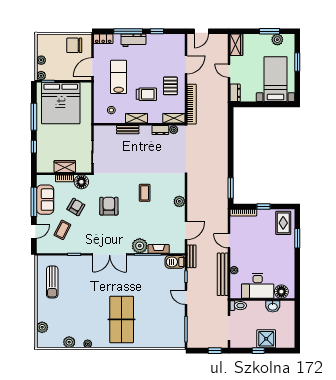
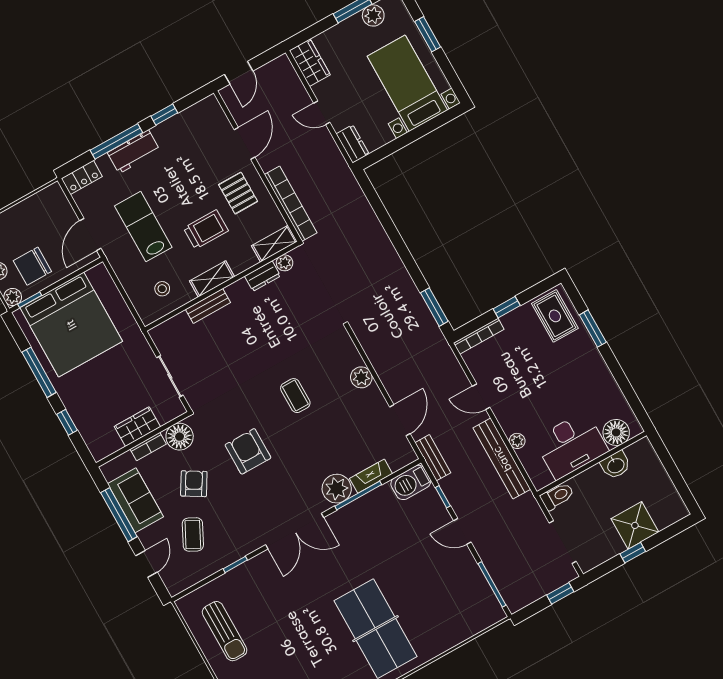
chair: (74, 45) -> (32, 266), moved

